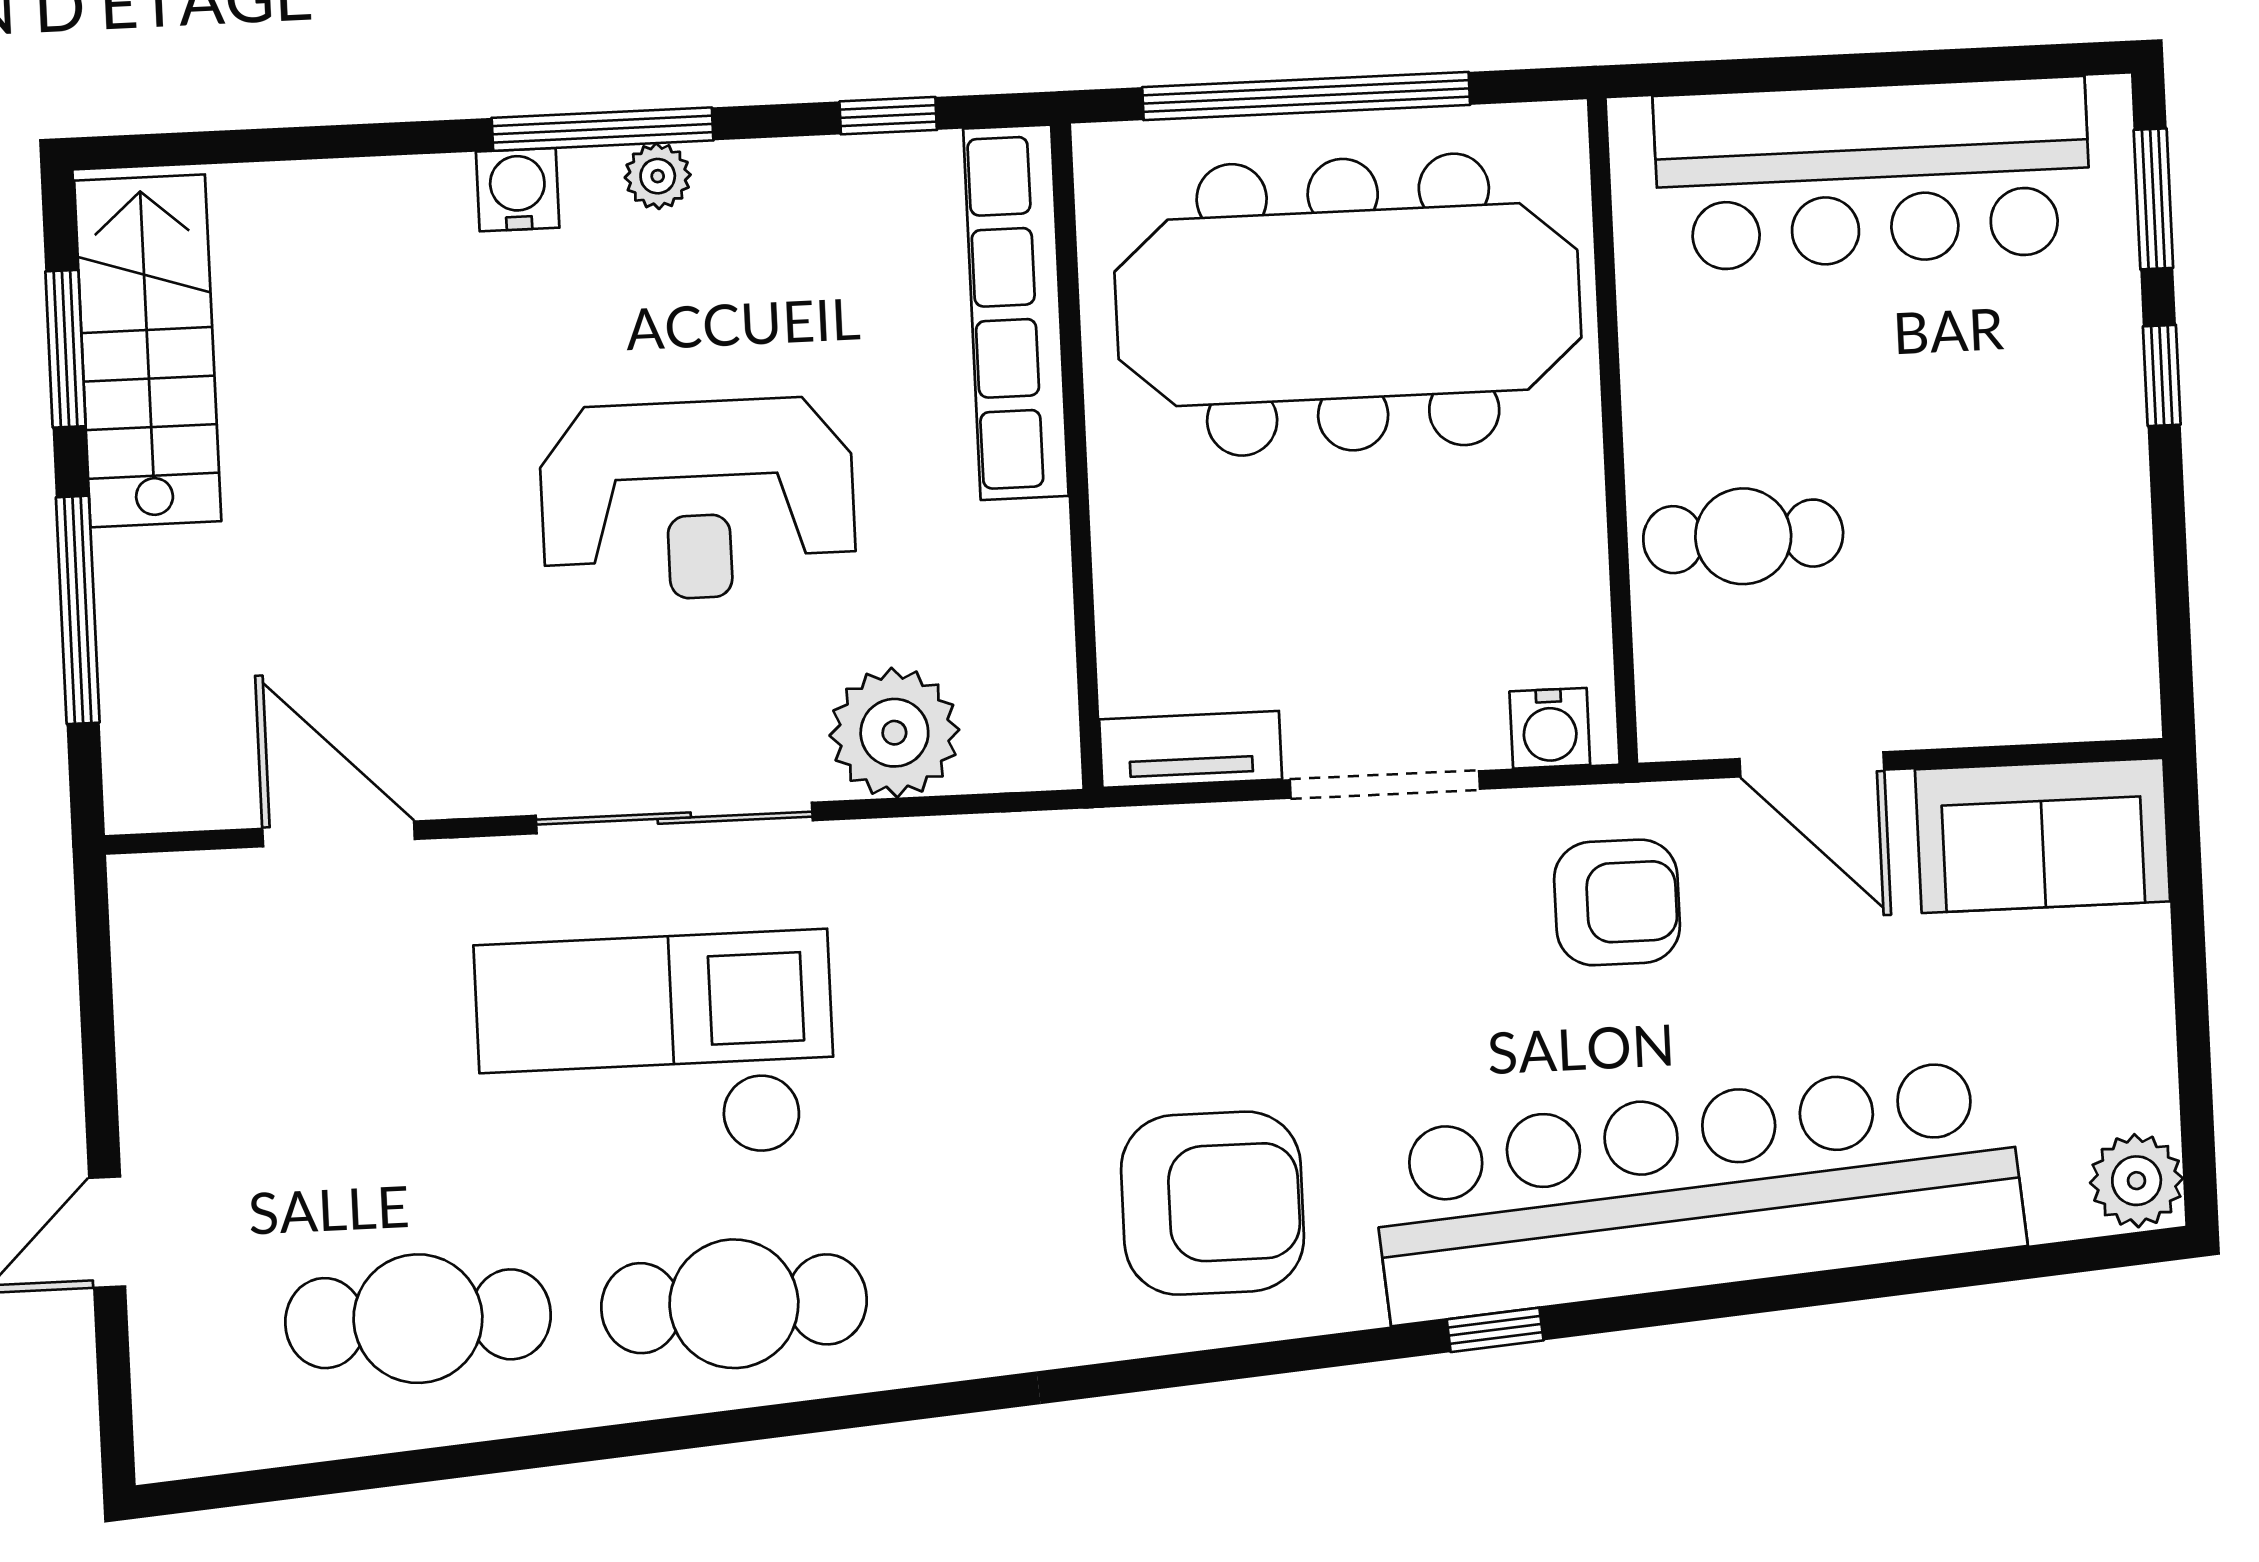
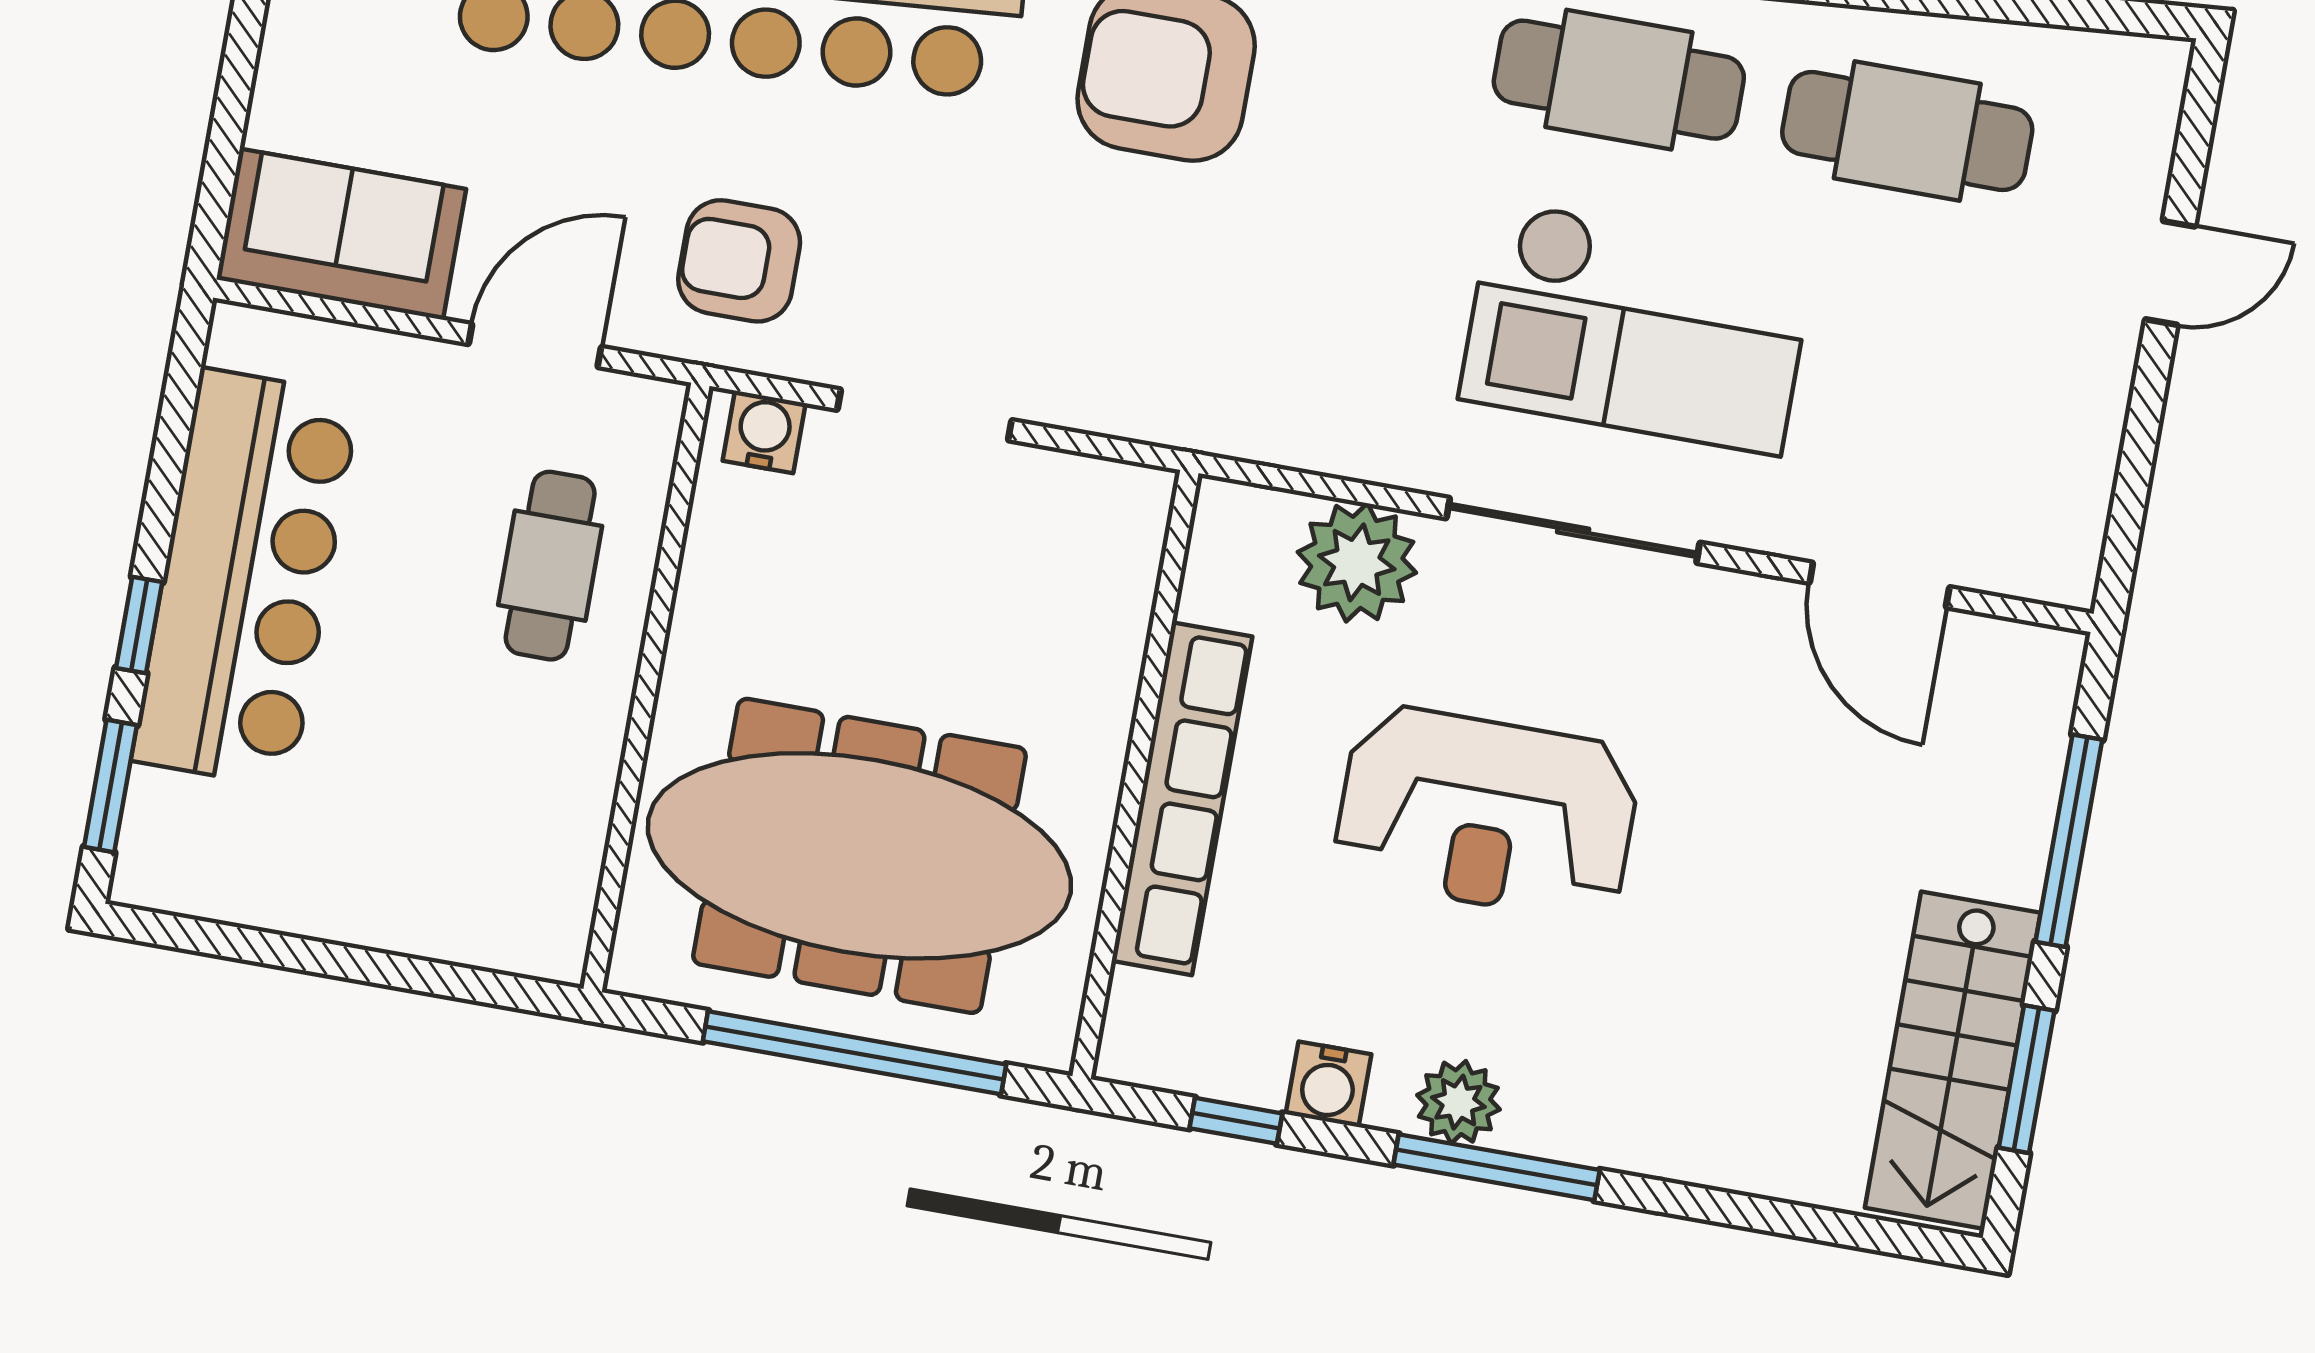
bar counter: (1873, 174) -> (246, 578), moved, turned 90
plant: (658, 176) -> (1458, 1102), width x1.38, depth x1.38
water cooler: (518, 190) -> (1328, 1084), moved
row of seats: (1016, 312) -> (1182, 799), moved
reception desk: (698, 500) -> (1487, 813), turned 180
cafe table: (1743, 536) -> (550, 566), turned 90
tv unit: (1191, 749) -> (1093, 487), removed
door: (1812, 764) -> (535, 346), hinge flipped

